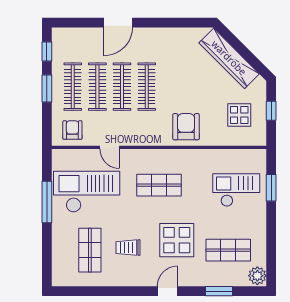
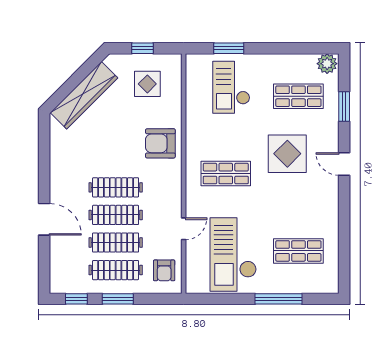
armchair: (72, 130) -> (164, 270), turned -90
shop shelf: (159, 185) -> (226, 174), turned 90
window: (47, 202) -> (278, 299), moved
trolley: (128, 248) -> (296, 208), removed
shop shelf: (228, 250) -> (298, 96), turned 90

